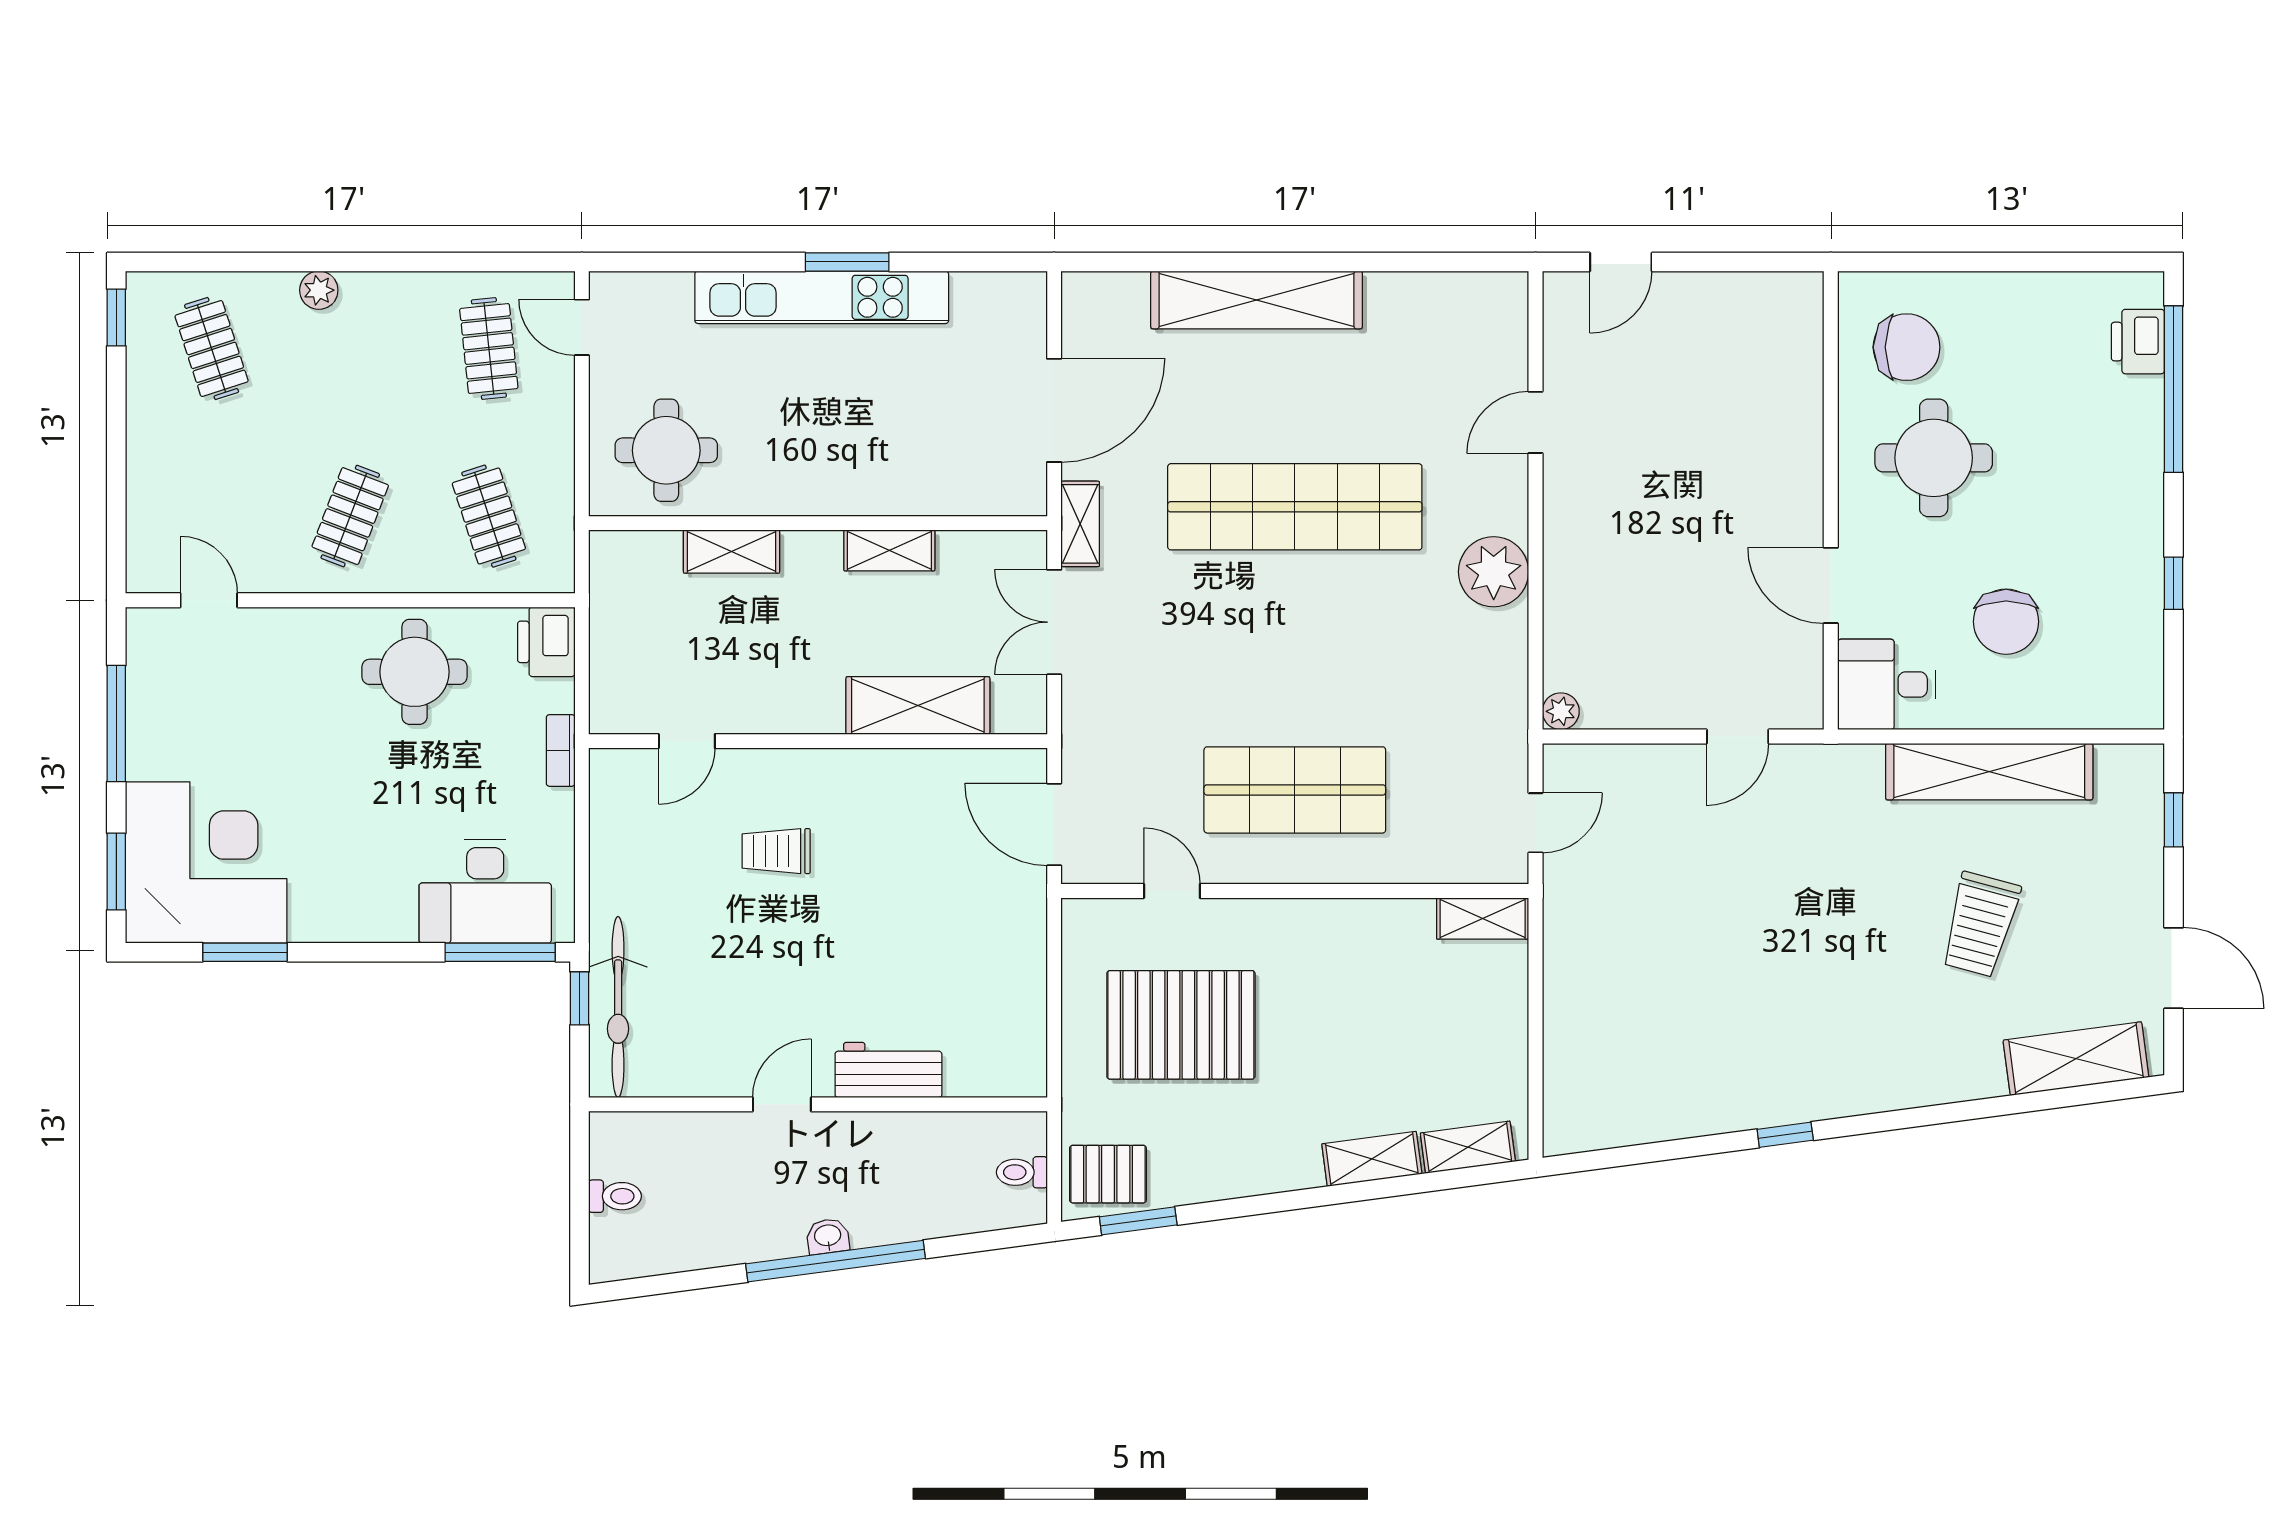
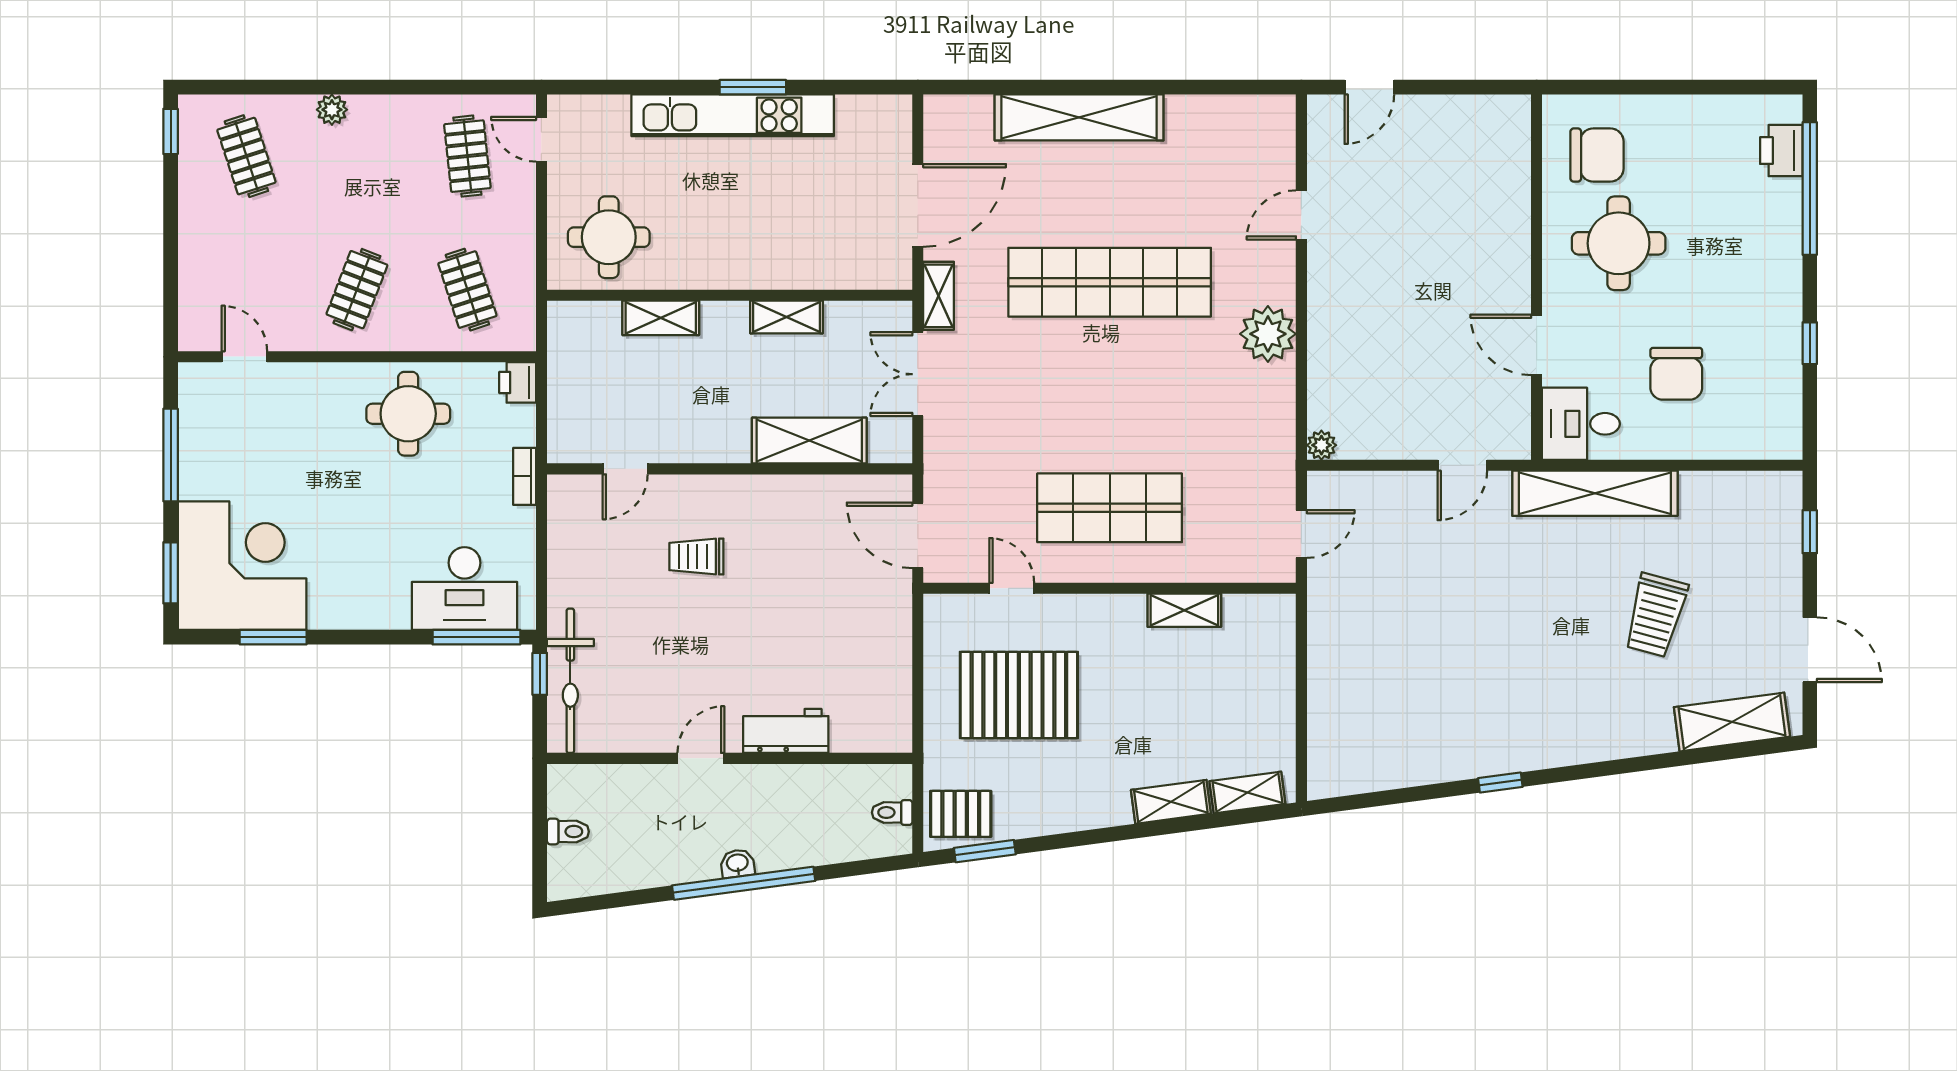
printer: (546, 642) -> (518, 382), width x0.73, depth x0.81
shelving: (1989, 772) -> (1595, 493), moved
shelving: (1483, 919) -> (1184, 610), moved

